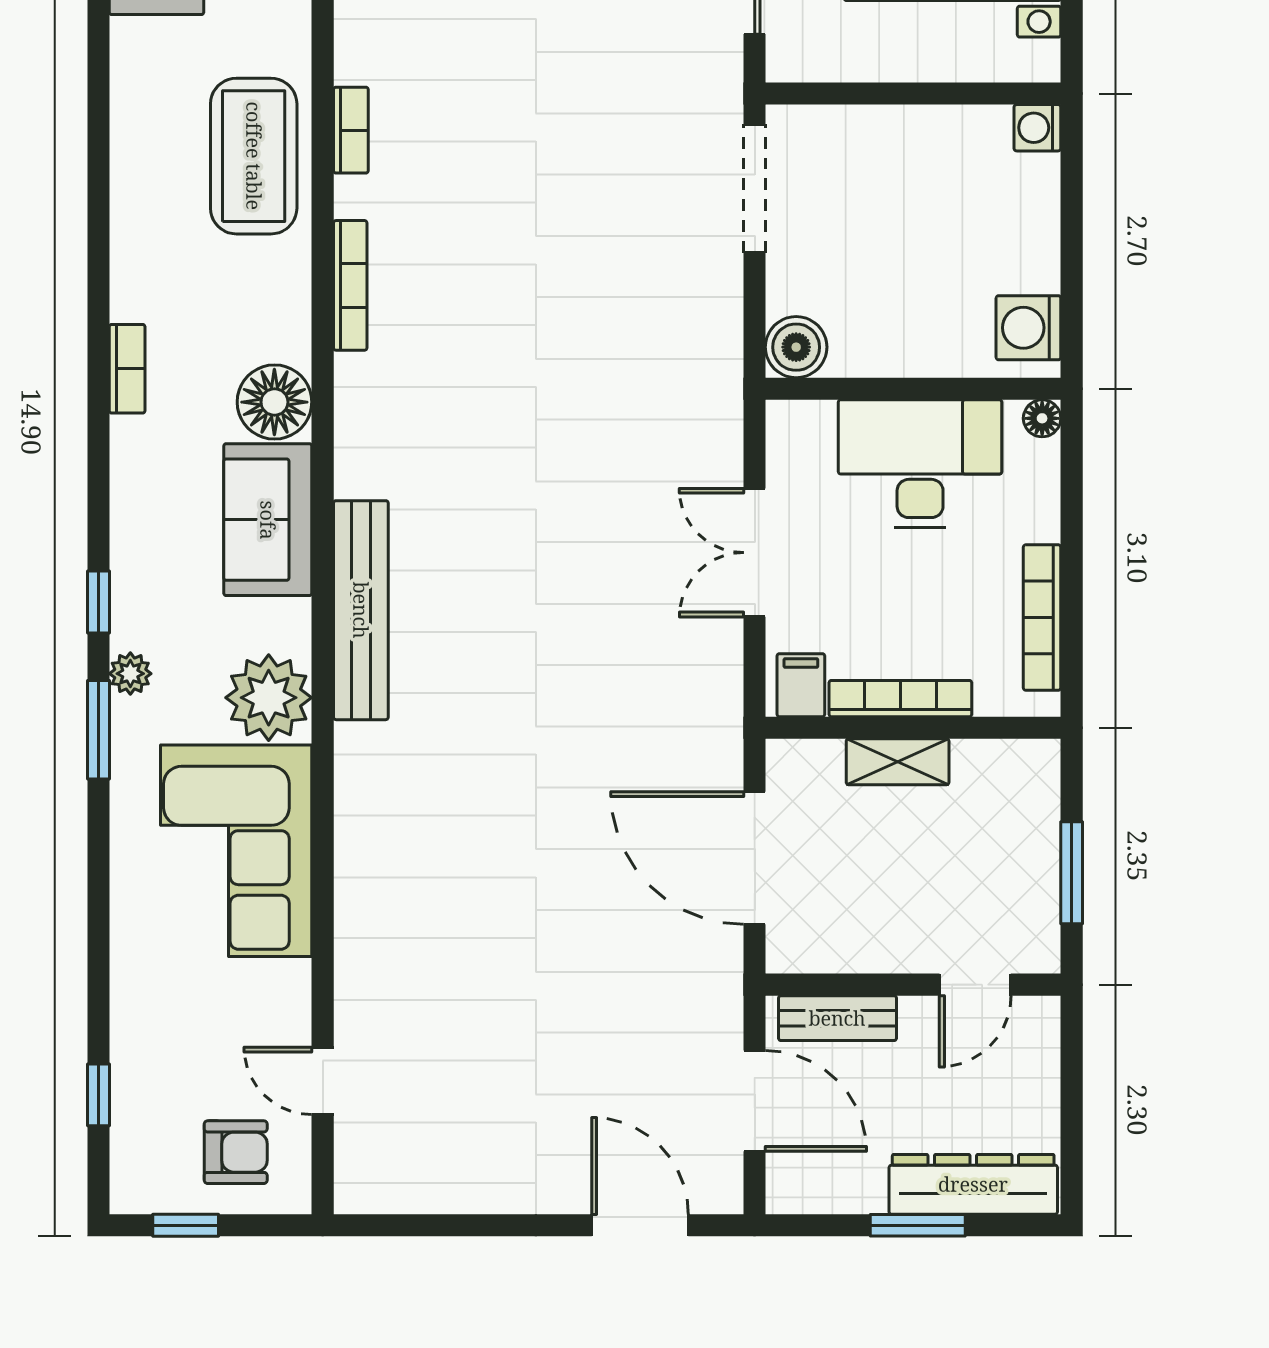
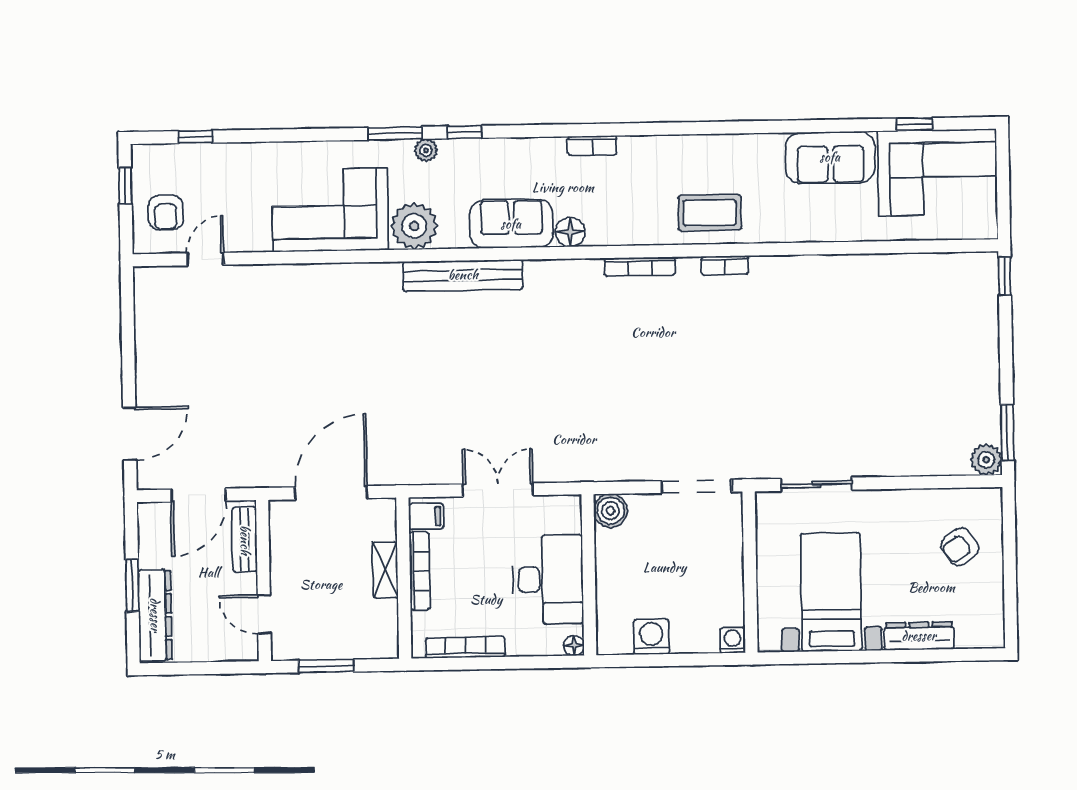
coffee table: (254, 156) -> (710, 213), width x0.73, depth x0.76
washing machine: (1028, 328) -> (651, 637), moved
floor lamp: (274, 402) -> (570, 232), width x0.73, depth x0.73

